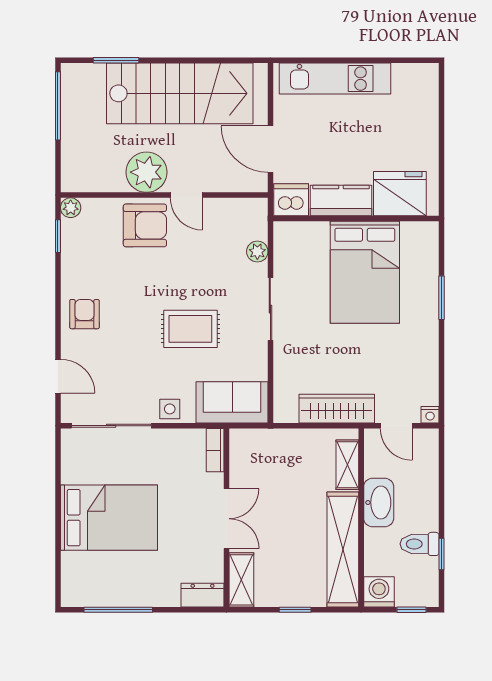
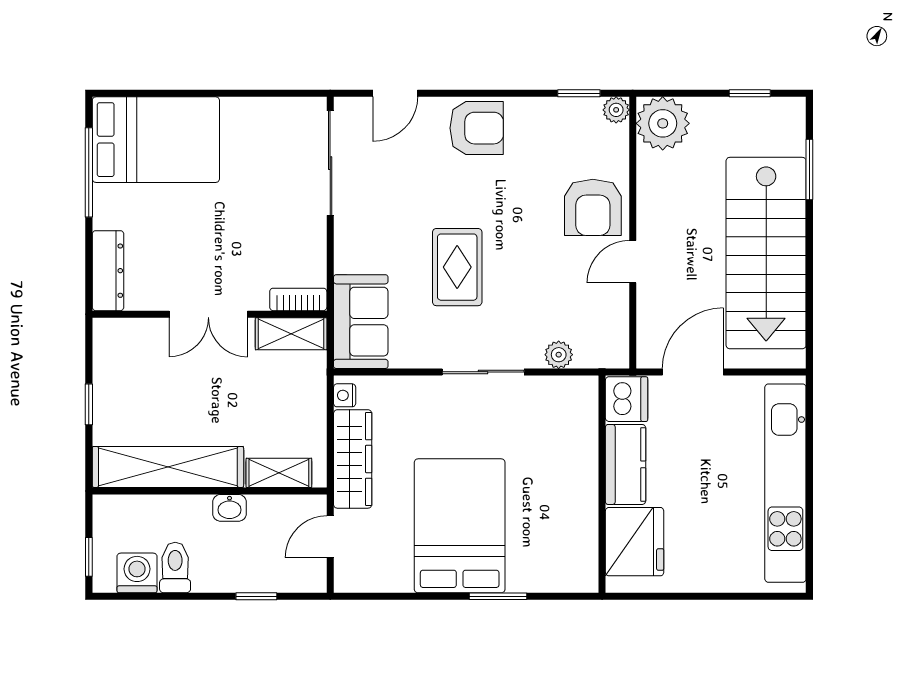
kitchen unit: (335, 79) -> (785, 483), width x1.36
window: (58, 106) -> (750, 93), width x0.46
plant: (147, 172) -> (663, 123), moved
bed: (365, 272) -> (460, 526), moved, turned 90
armchair: (84, 314) -> (477, 128), width x1.38, depth x1.38
side table: (170, 409) -> (352, 240), removed
nightstand: (430, 415) -> (345, 395), moved
washbasin: (379, 502) -> (230, 508), width x0.52, depth x0.69
bed: (109, 518) -> (156, 140), moved, turned -90
window: (442, 554) -> (256, 596), moved
shelving: (241, 580) -> (291, 334), moved
washing machine: (379, 592) -> (137, 573), moved, turned -90
dresser: (203, 595) -> (108, 271), width x1.44

